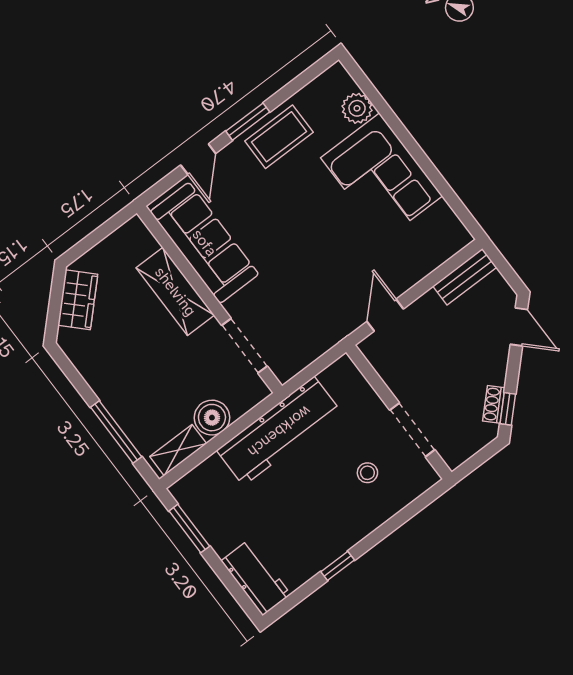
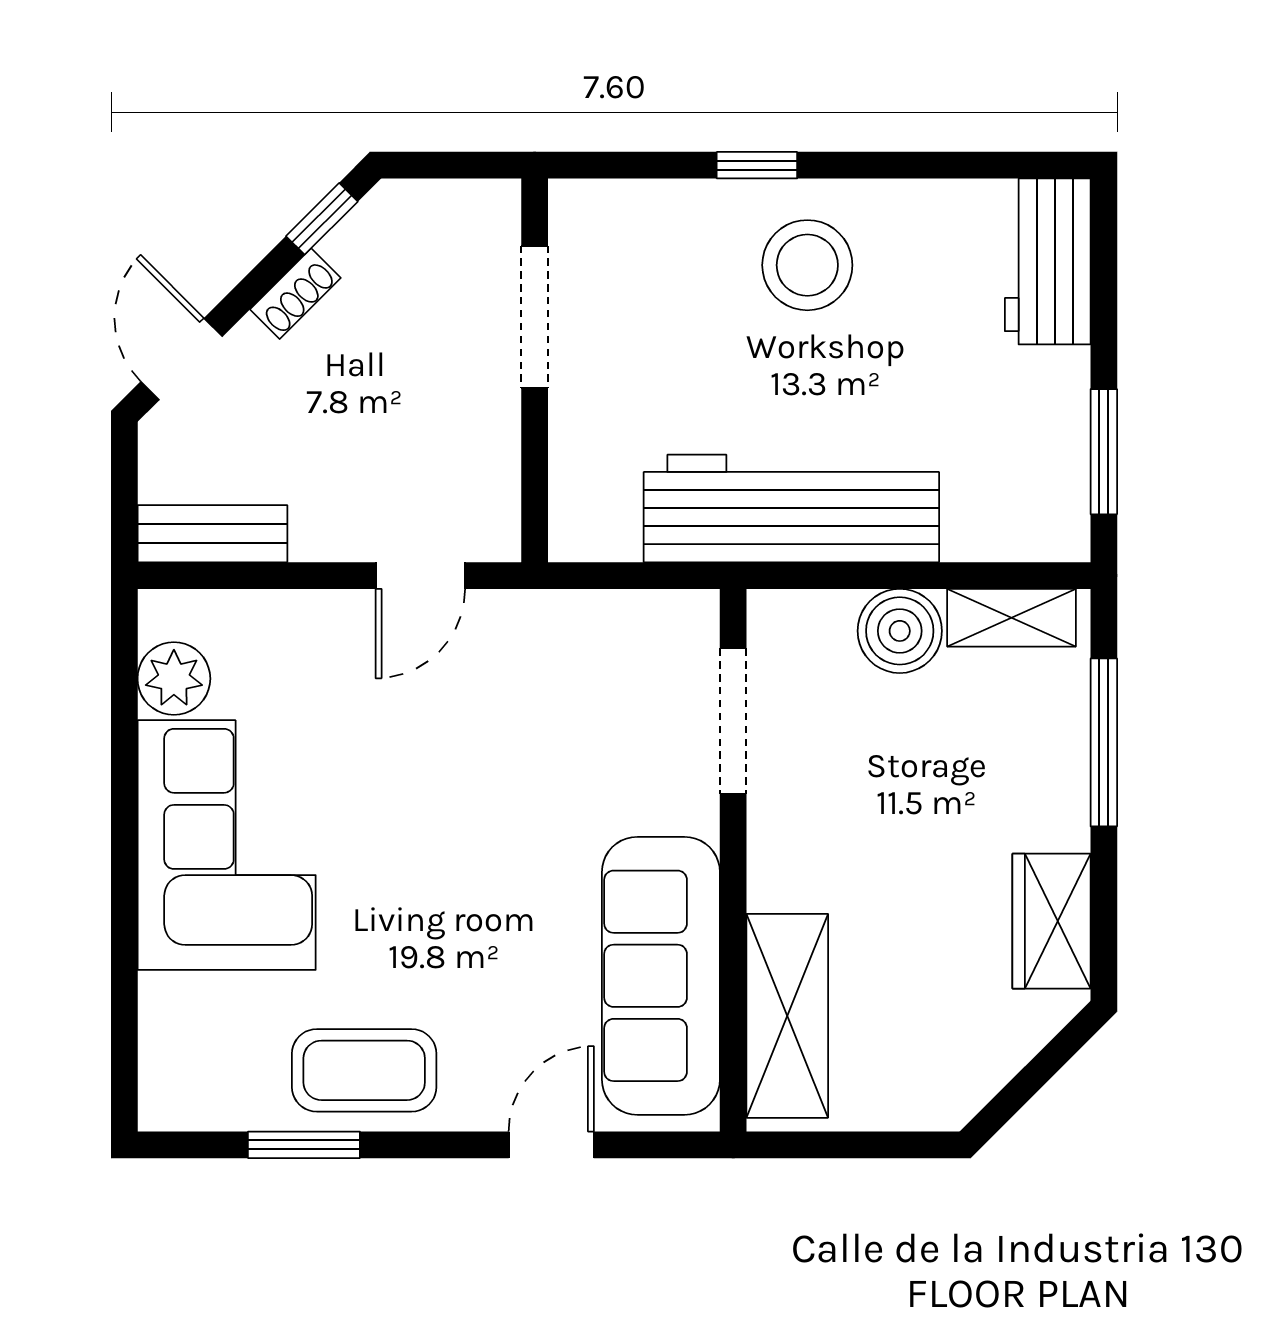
plant: (357, 108) -> (174, 679), moved
window: (248, 122) -> (304, 1145), moved
shelving: (175, 292) -> (787, 1016), moved
wardrobe: (78, 300) -> (1052, 921), moved, turned -45
shoe rack: (494, 404) -> (295, 294), moved
stool: (367, 473) -> (807, 265), moved, width x1.89, depth x1.89
window: (338, 566) -> (757, 165), moved

